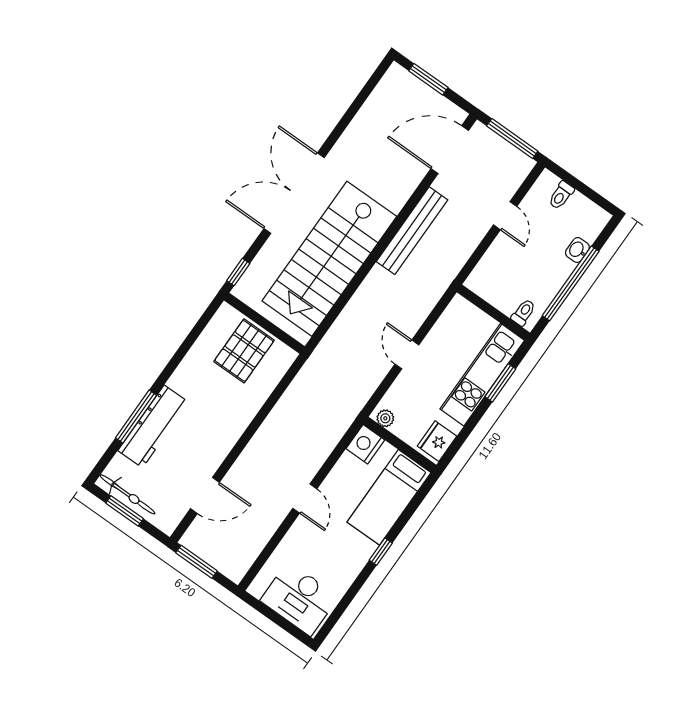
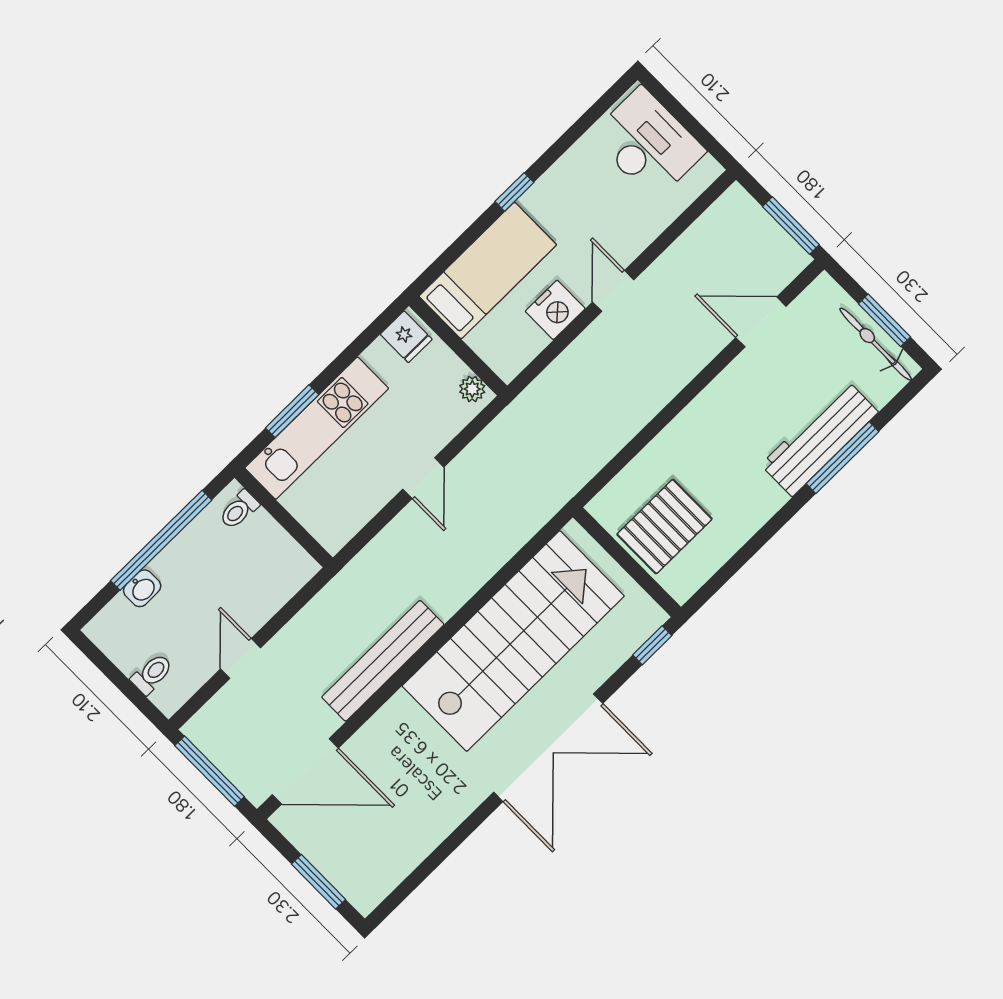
fridge: (437, 441) -> (406, 337), width x0.72
nightstand: (365, 444) -> (555, 310), moved

